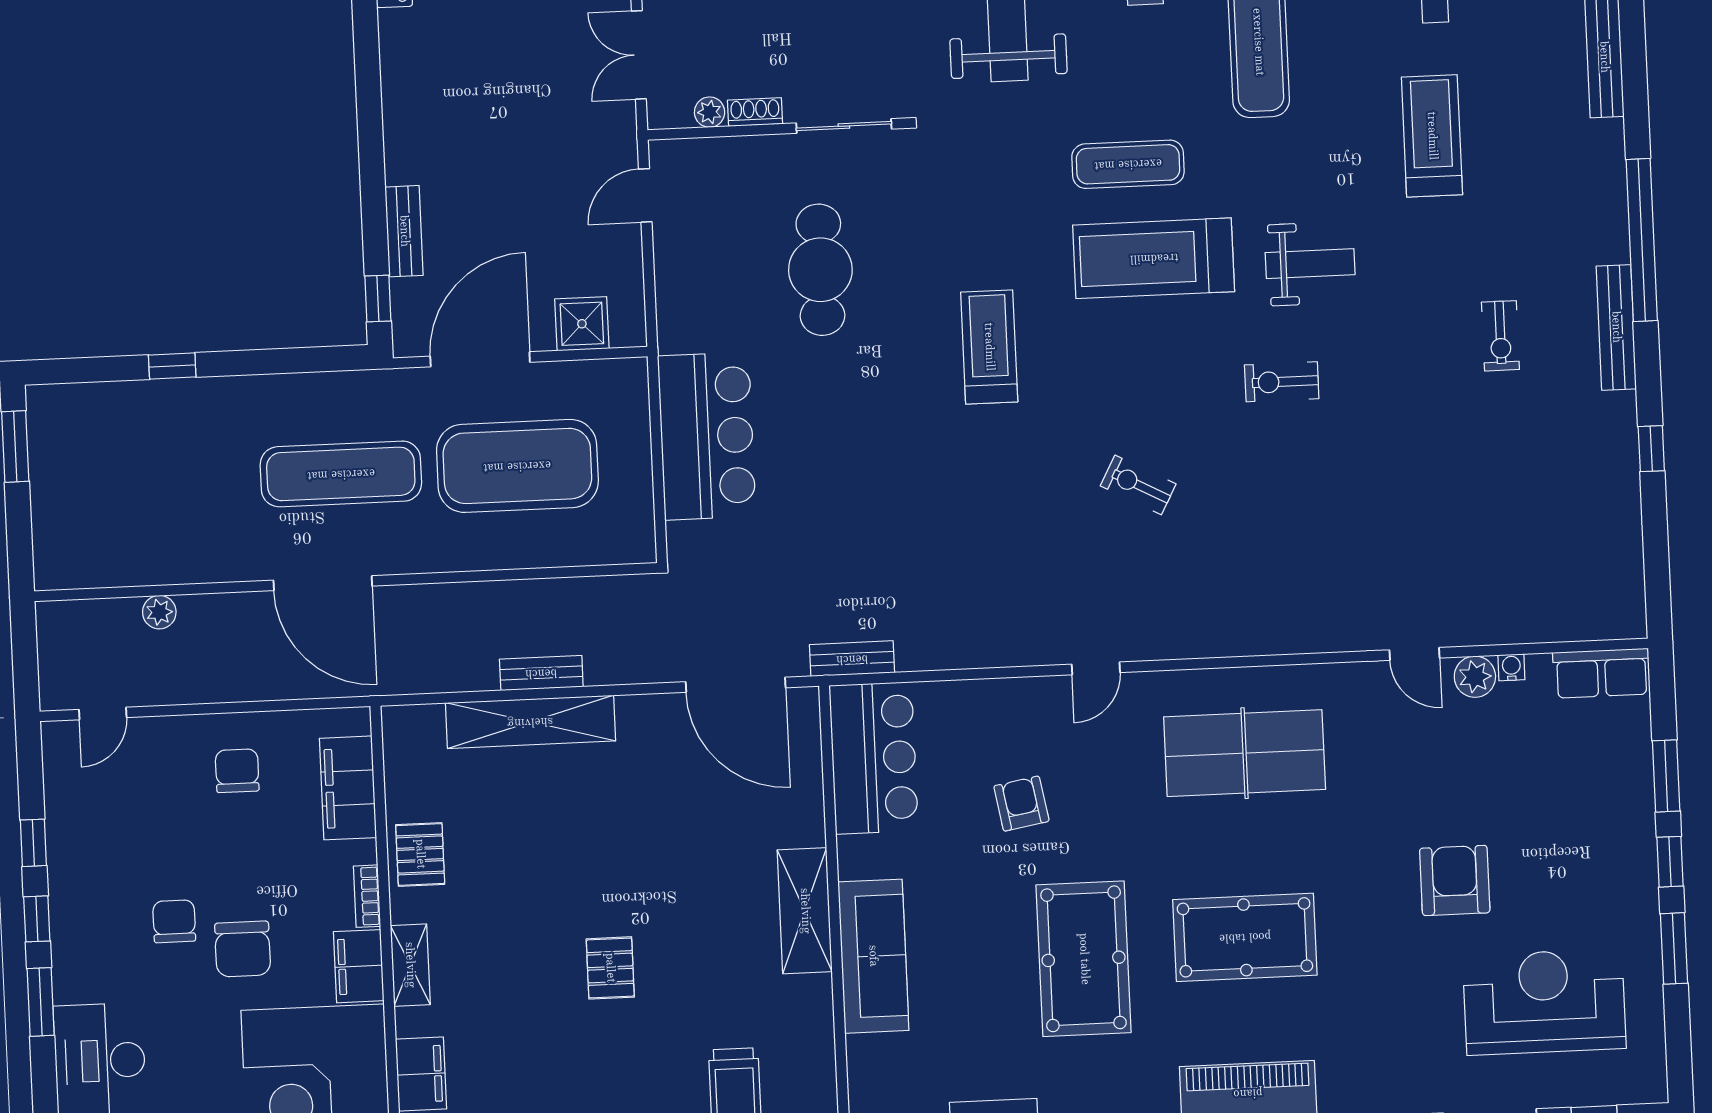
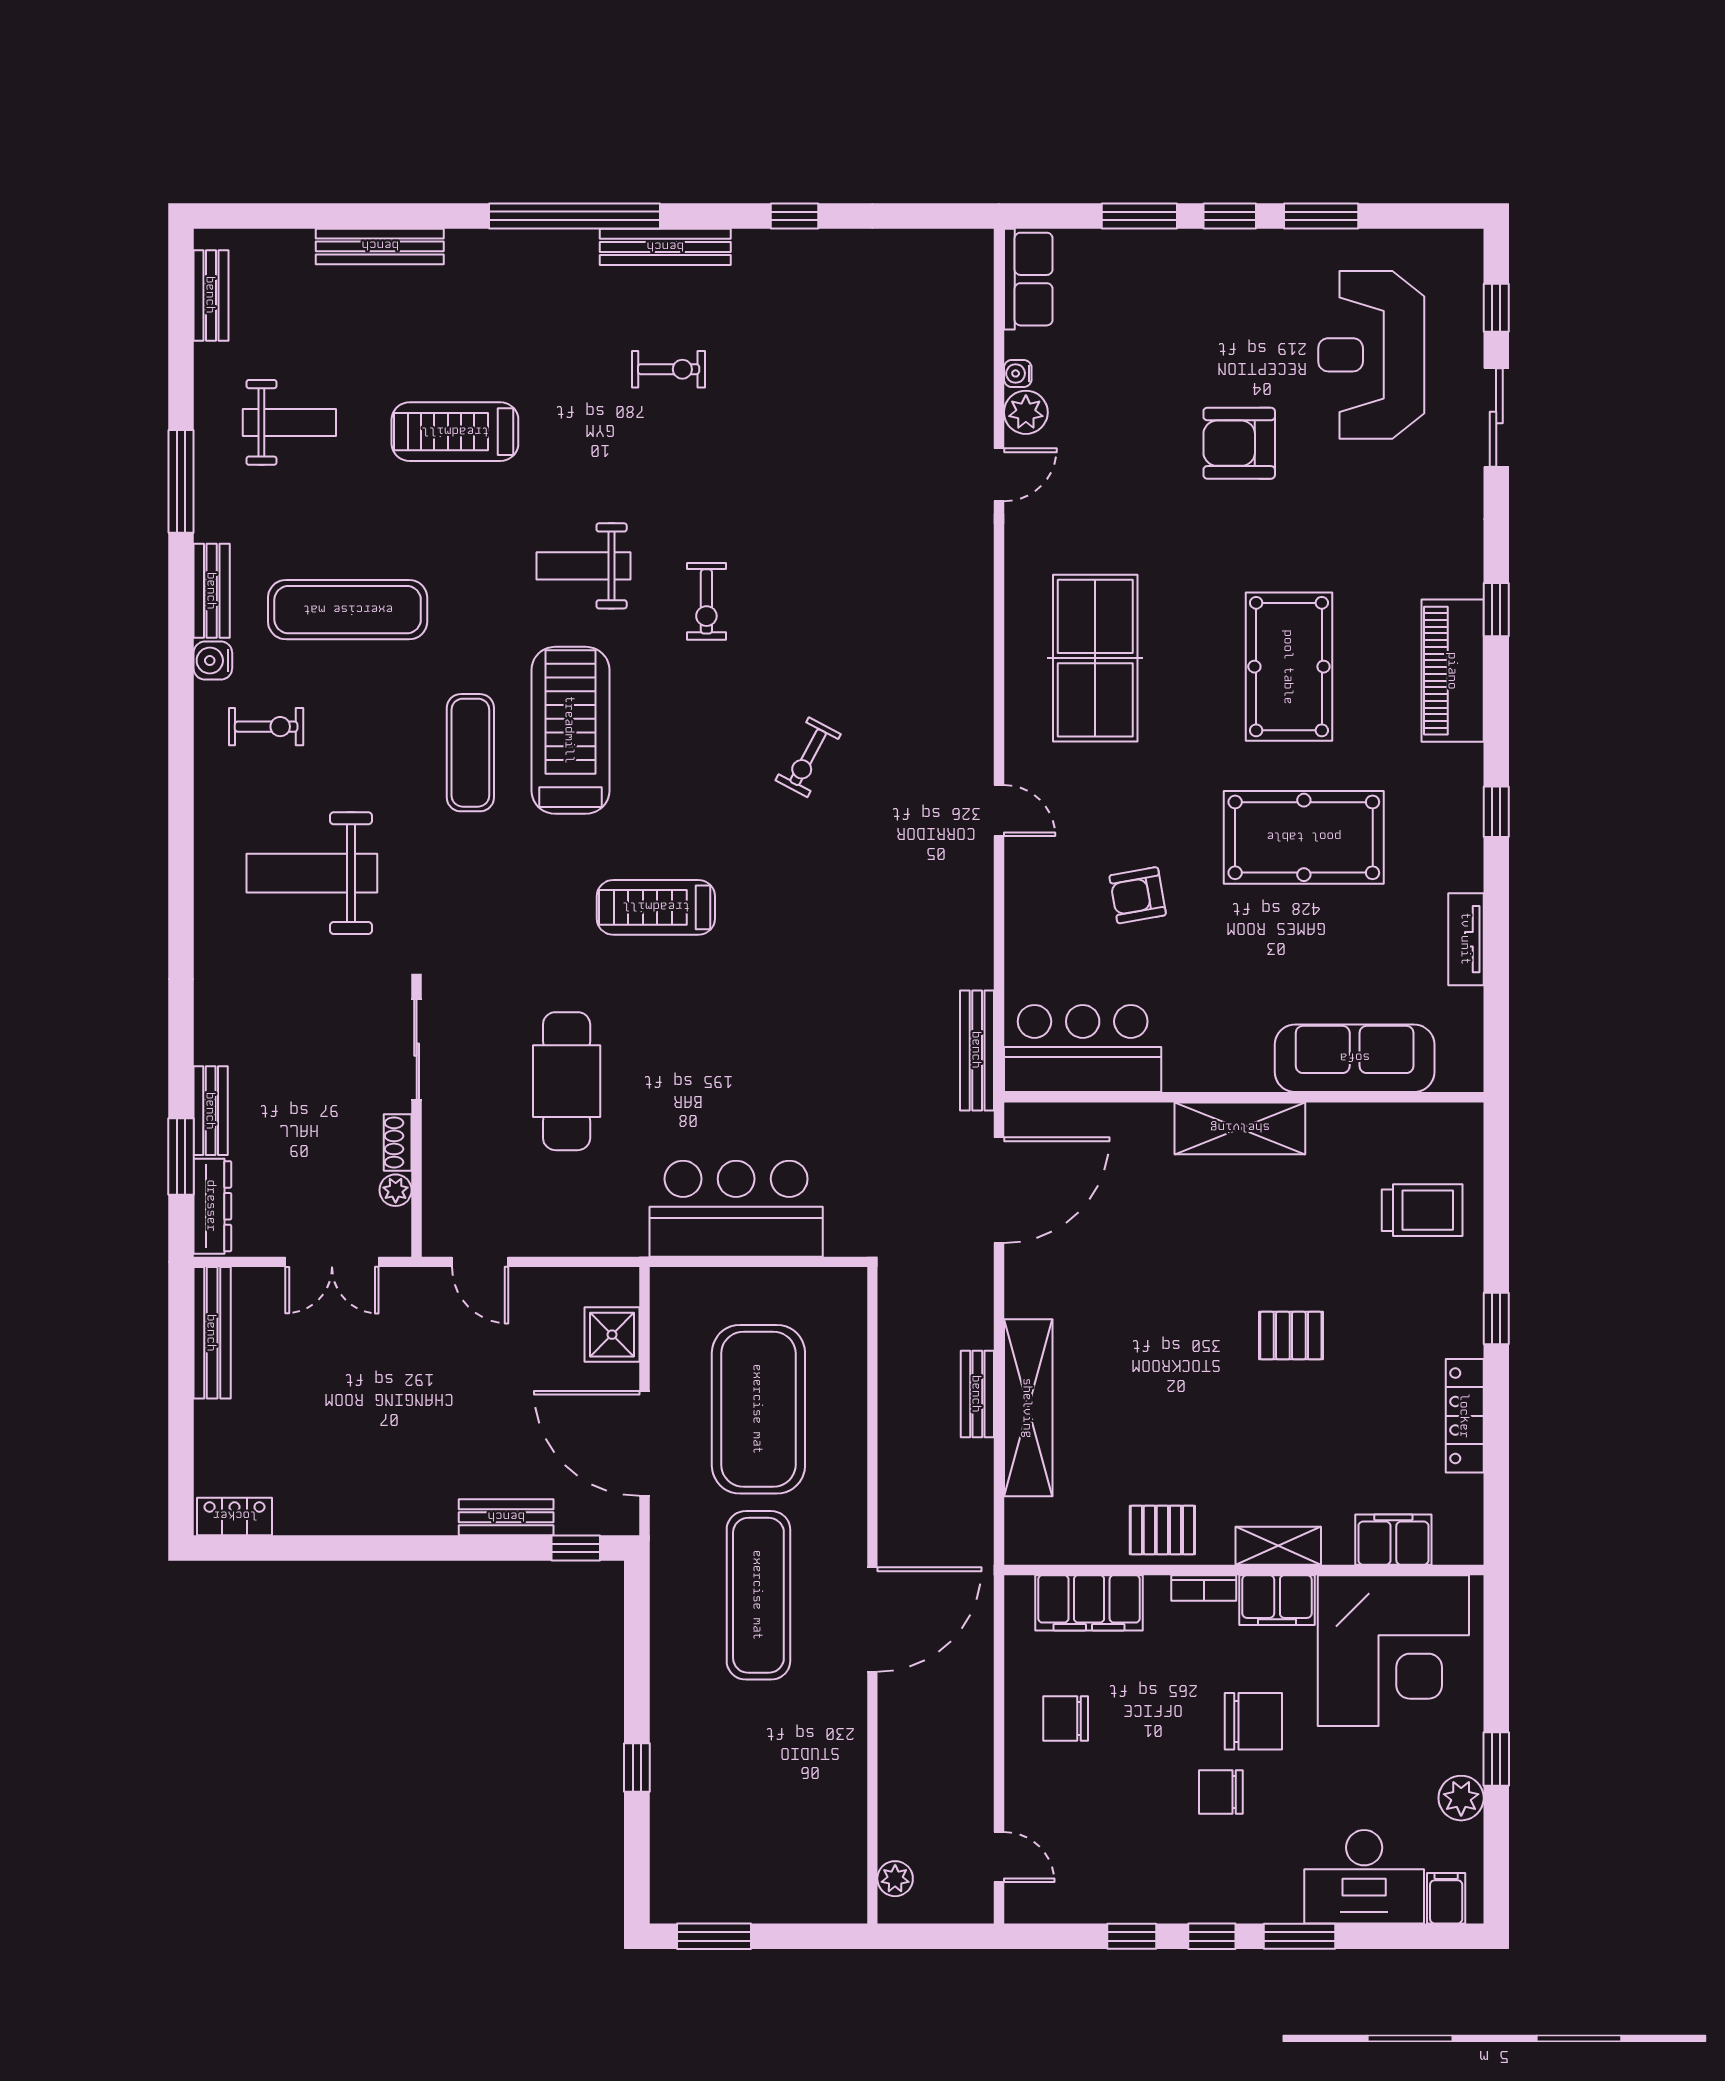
treadmill: (1154, 258) -> (570, 730), turned 180
weight bench: (1310, 264) -> (583, 566), turned -90
cafe table: (820, 270) -> (567, 1081), turned 90
plant: (159, 612) -> (895, 1879), moved
bench: (852, 659) -> (977, 1050), width x1.36
sofa: (873, 956) -> (1355, 1058), moved

